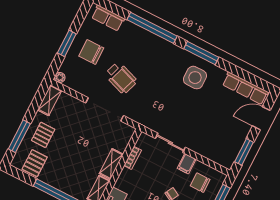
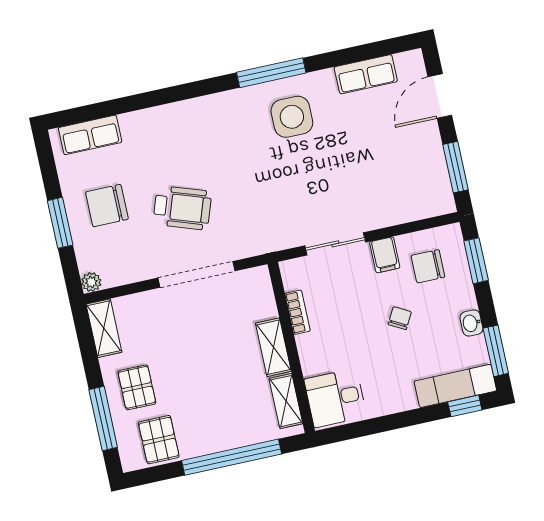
window: (152, 28) -> (168, 95), removed
row of seats: (245, 88) -> (366, 74), width x0.68

